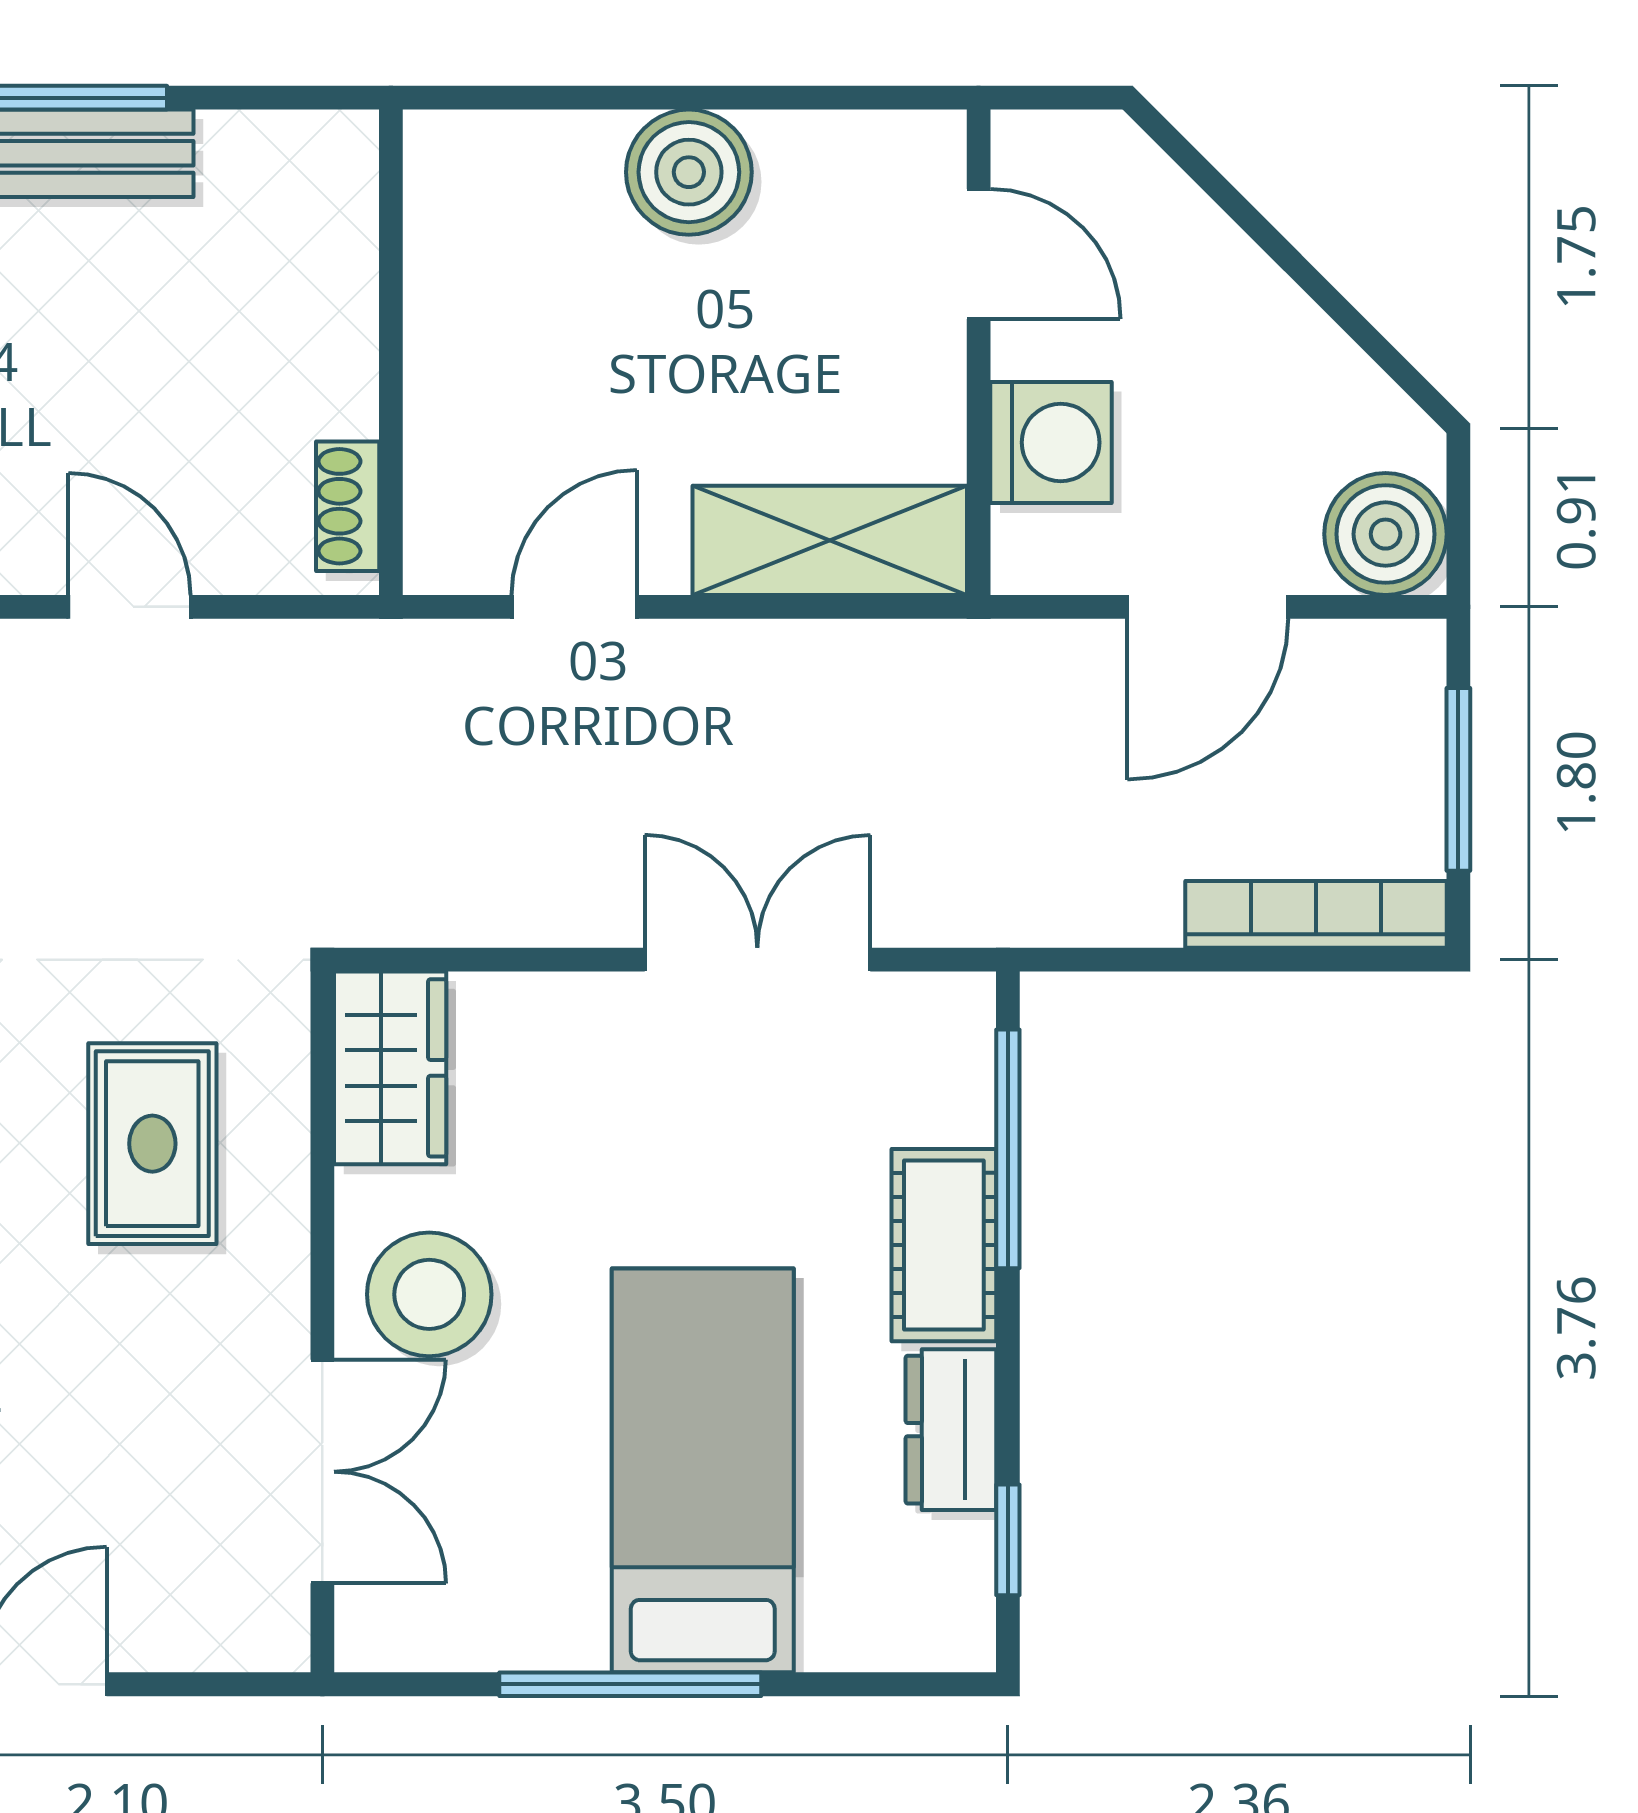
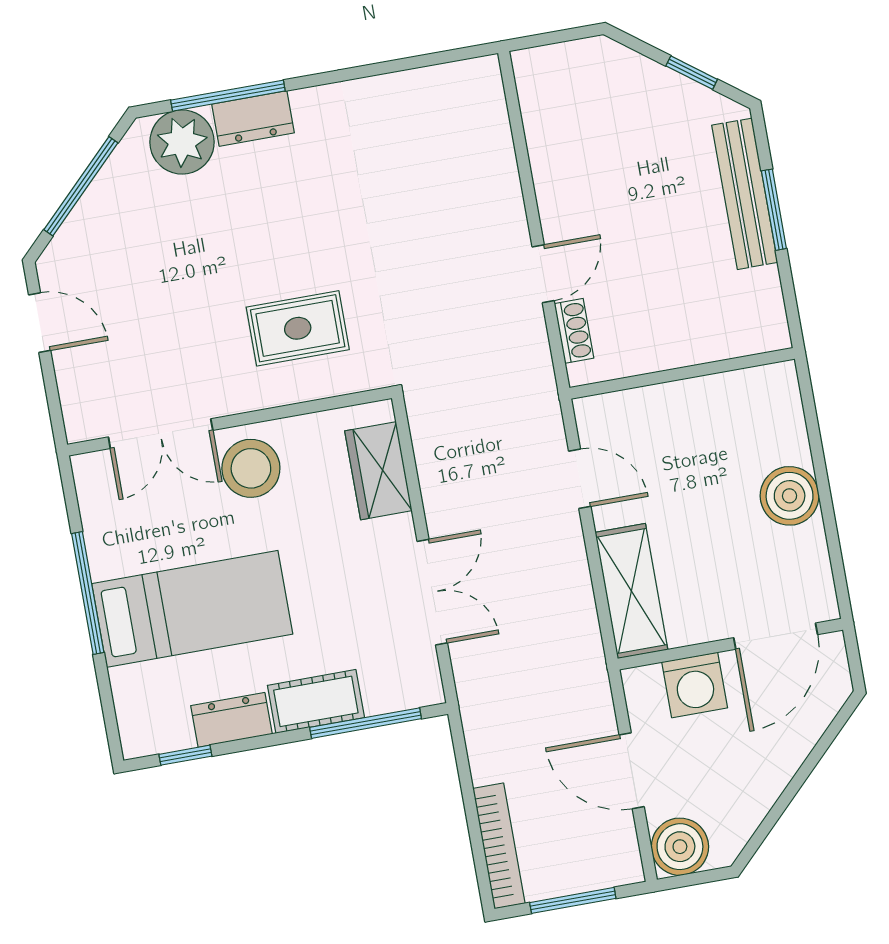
door: (979, 254) -> (776, 636), width x1.38
shoe rack: (348, 506) -> (574, 331), moved, turned 90
wardrobe: (390, 1068) -> (378, 471), moved, turned 90

